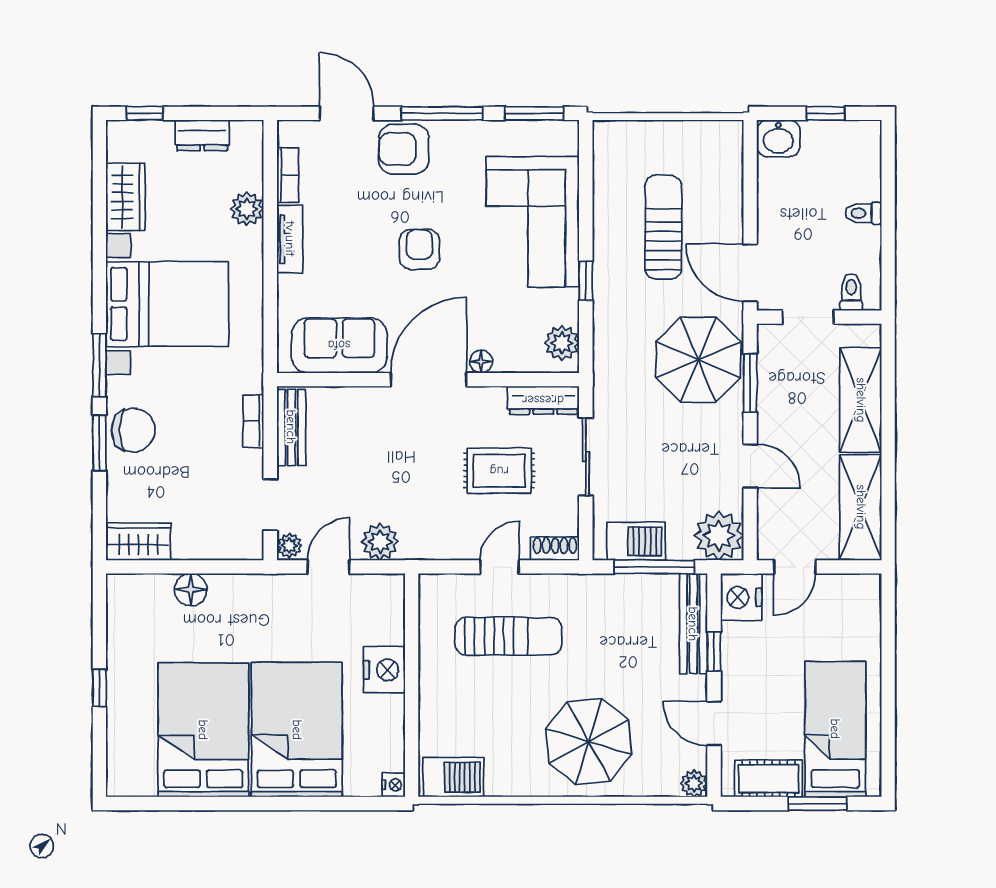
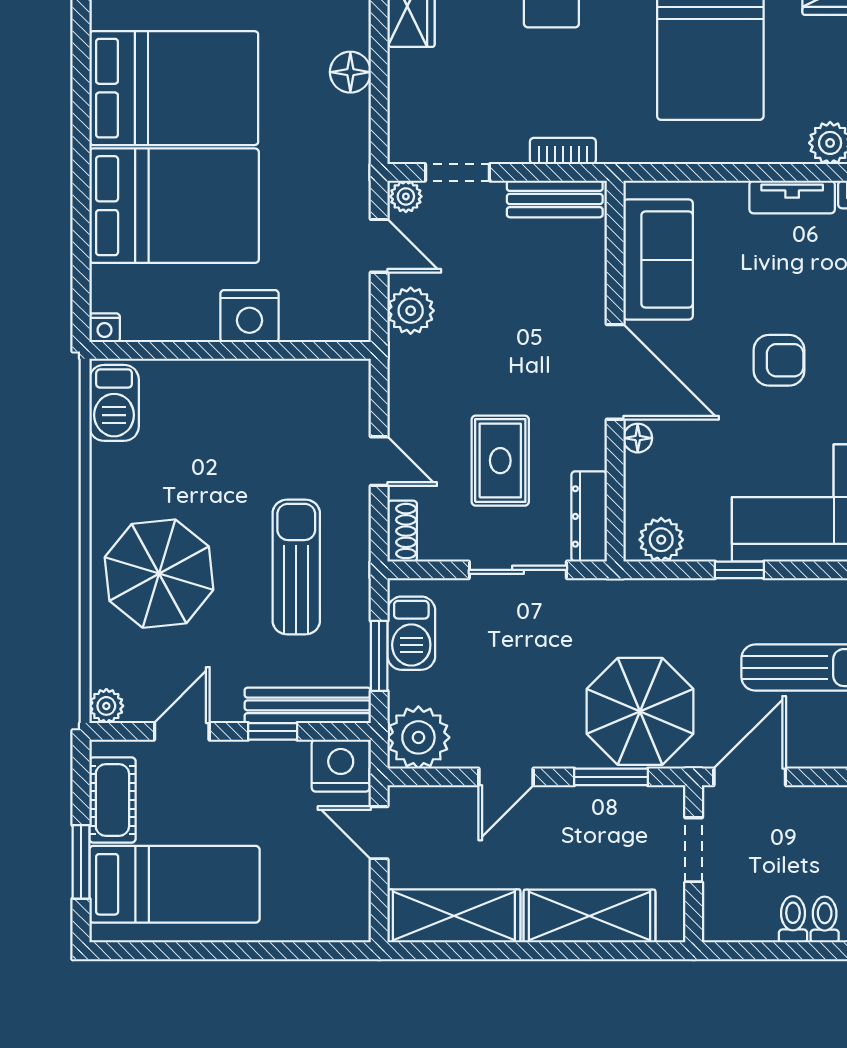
toilet: (851, 292) -> (793, 919), moved, turned -90
window: (654, 567) -> (379, 656), width x0.69
sun lounger: (508, 636) -> (296, 567), moved, turned 180

